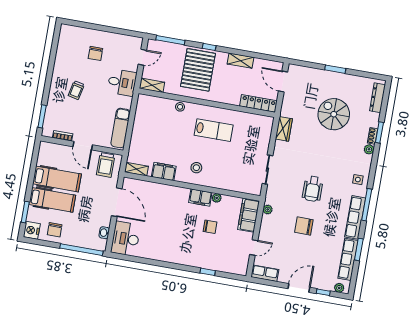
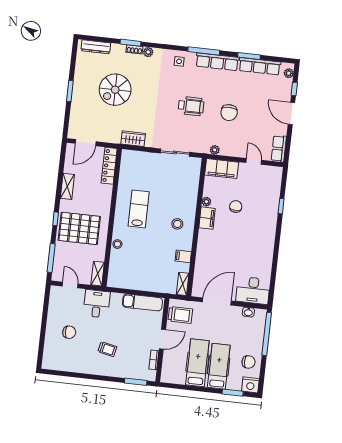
filing cabinet: (164, 171) -> (183, 256), width x0.50

